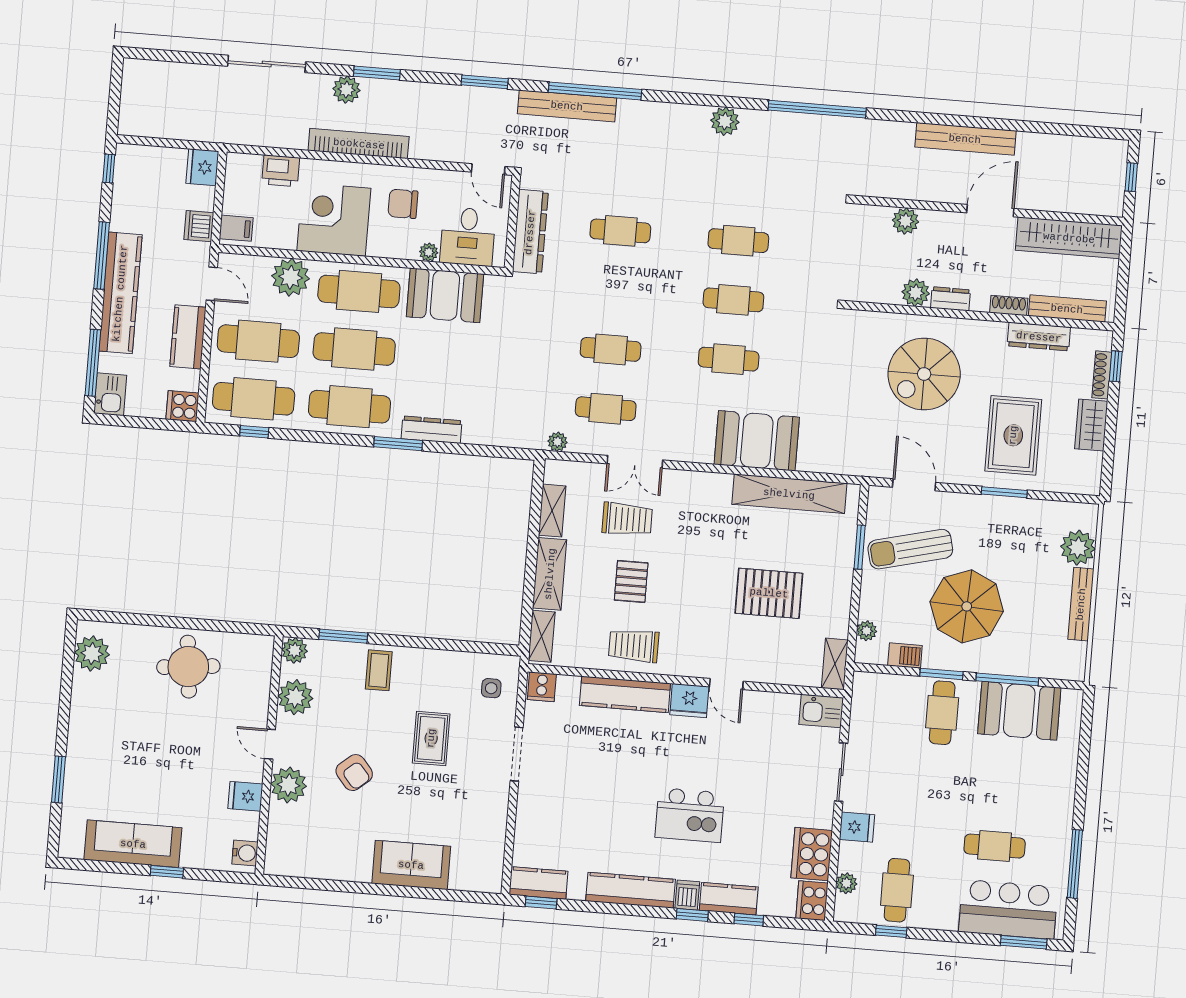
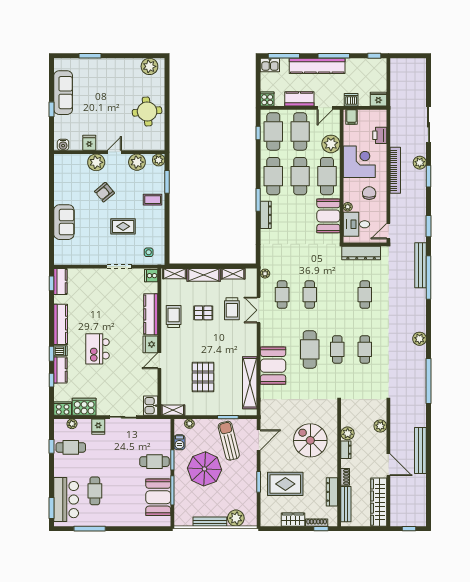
cafe table: (729, 359) -> (310, 349), width x1.37, depth x1.35

